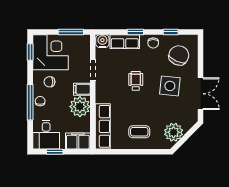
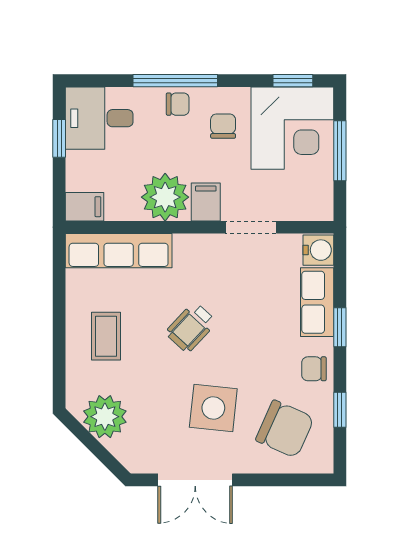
window: (71, 32) -> (340, 151), moved
wheelchair: (136, 81) -> (191, 327), moved, turned 133
filing cabinet: (78, 141) -> (85, 207), width x0.50

